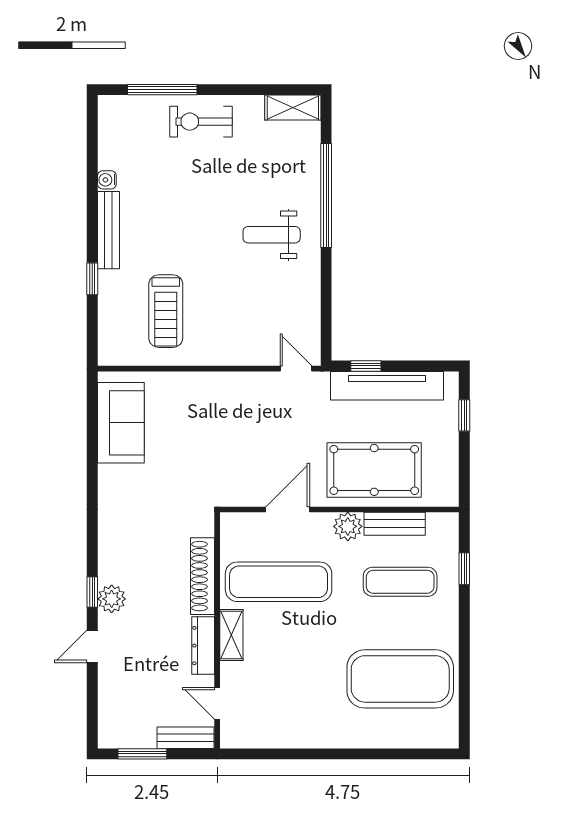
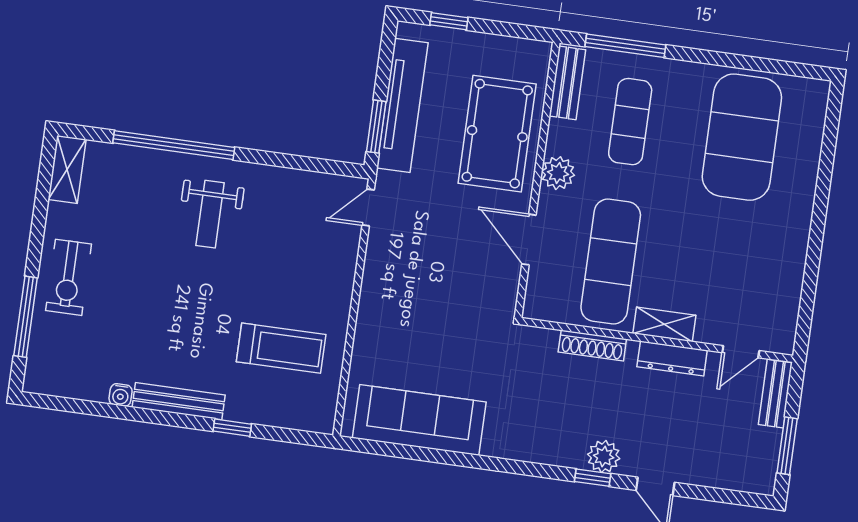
window: (366, 366) -> (376, 127), width x1.50
sofa: (121, 423) -> (419, 420), width x1.36
bench: (395, 524) -> (567, 83), moved
window: (464, 569) -> (625, 46), width x2.17
shoe rack: (203, 576) -> (592, 345), width x0.74, depth x0.81

